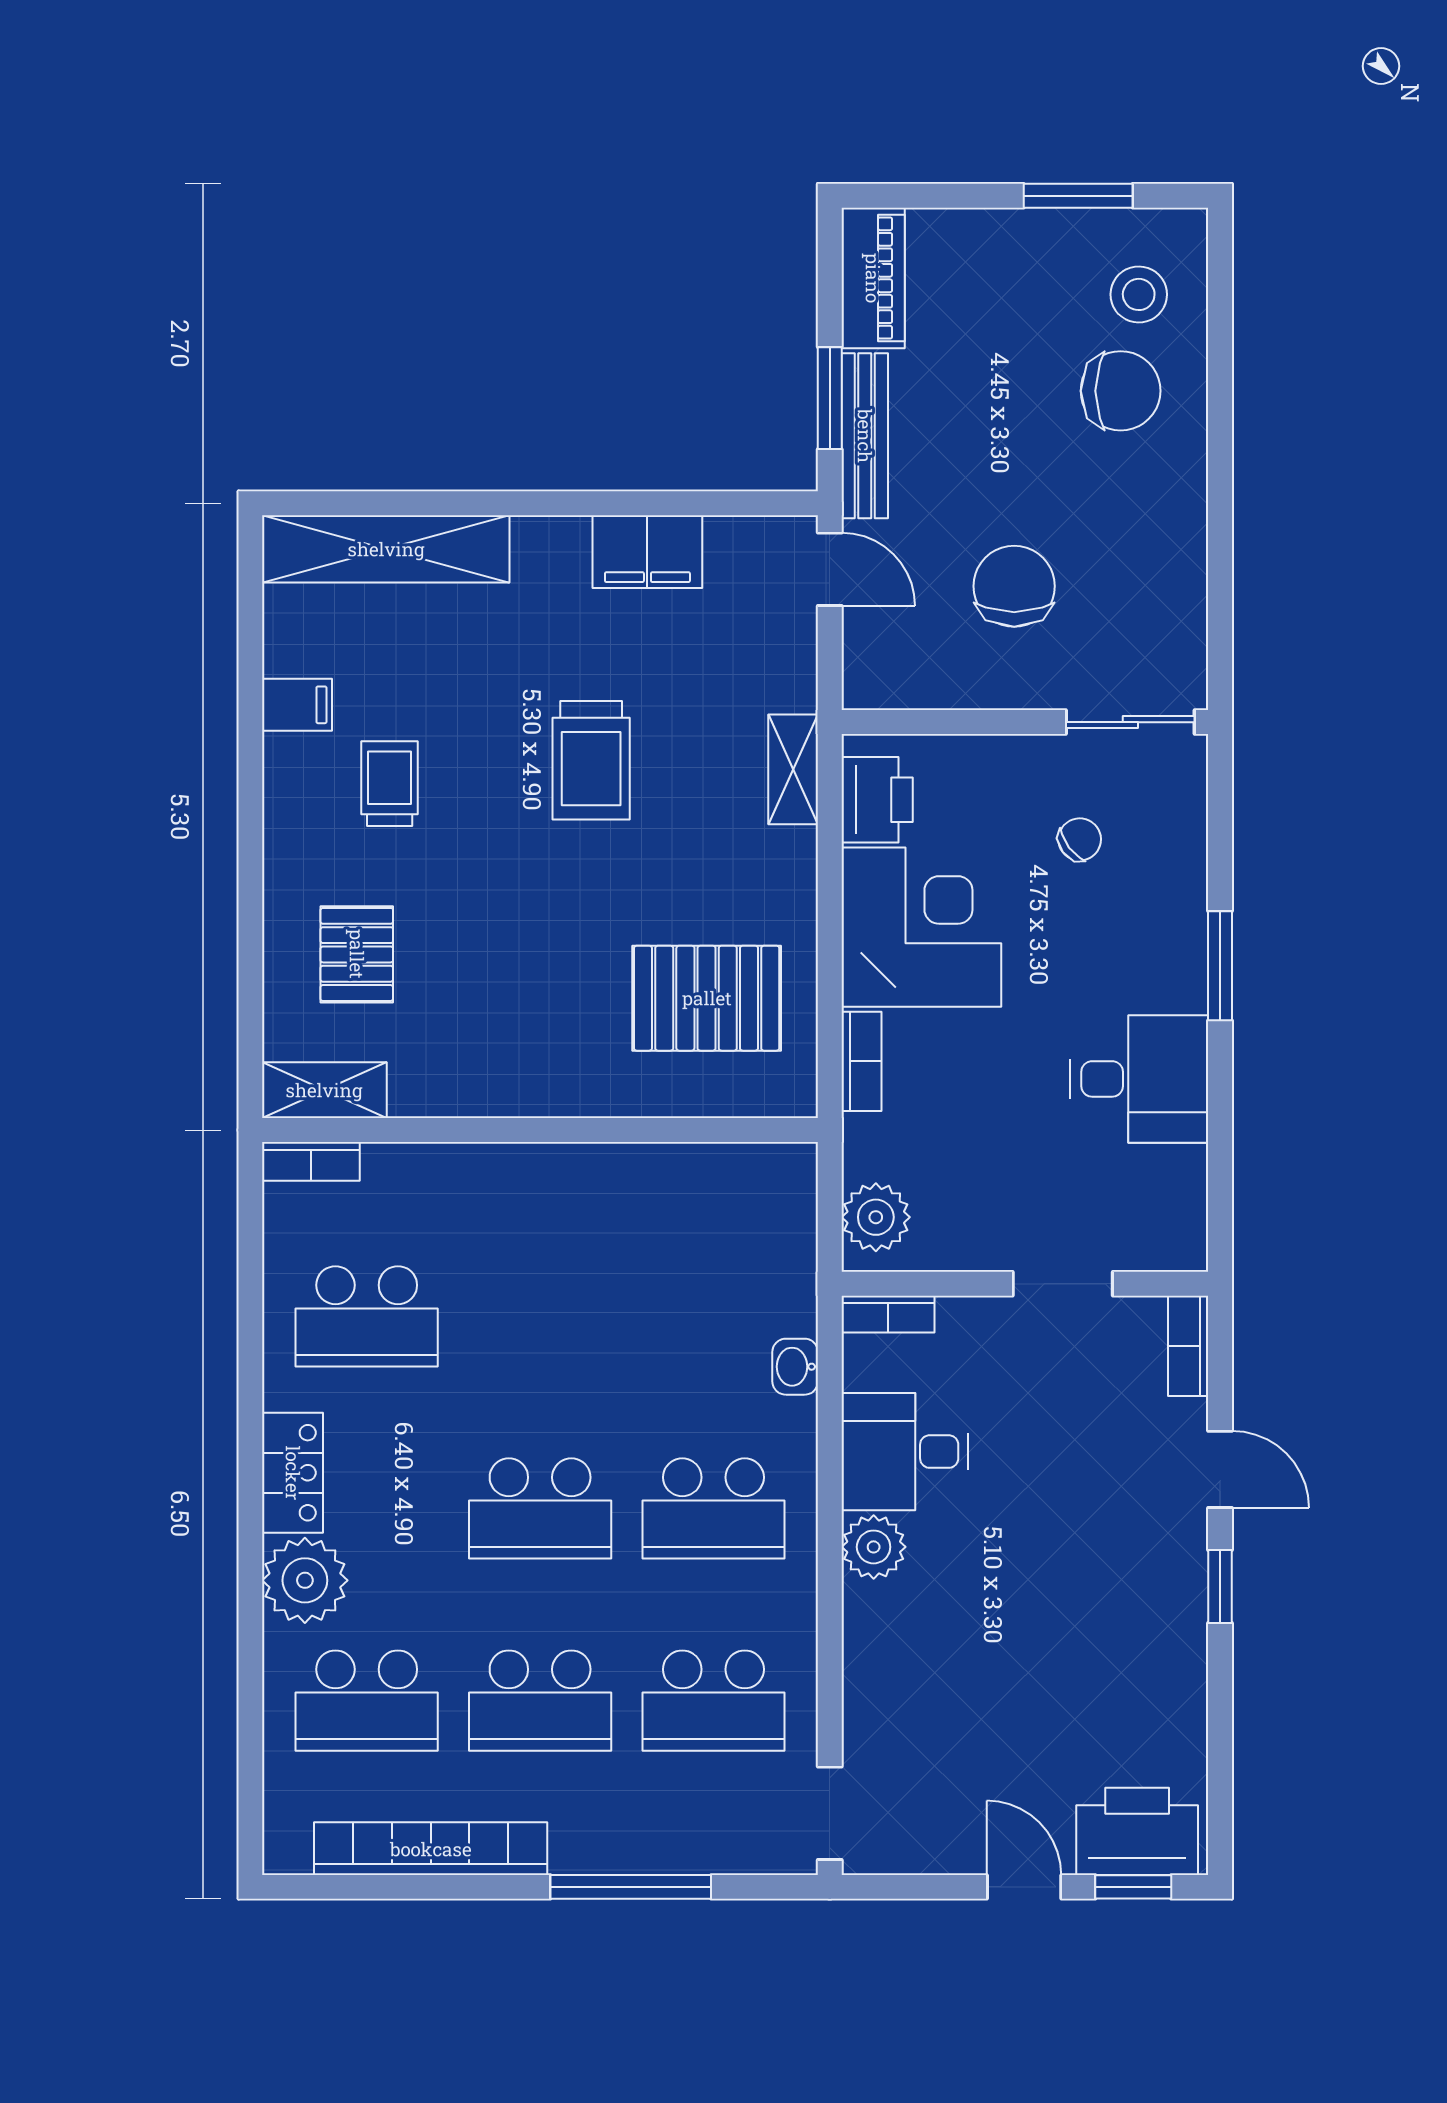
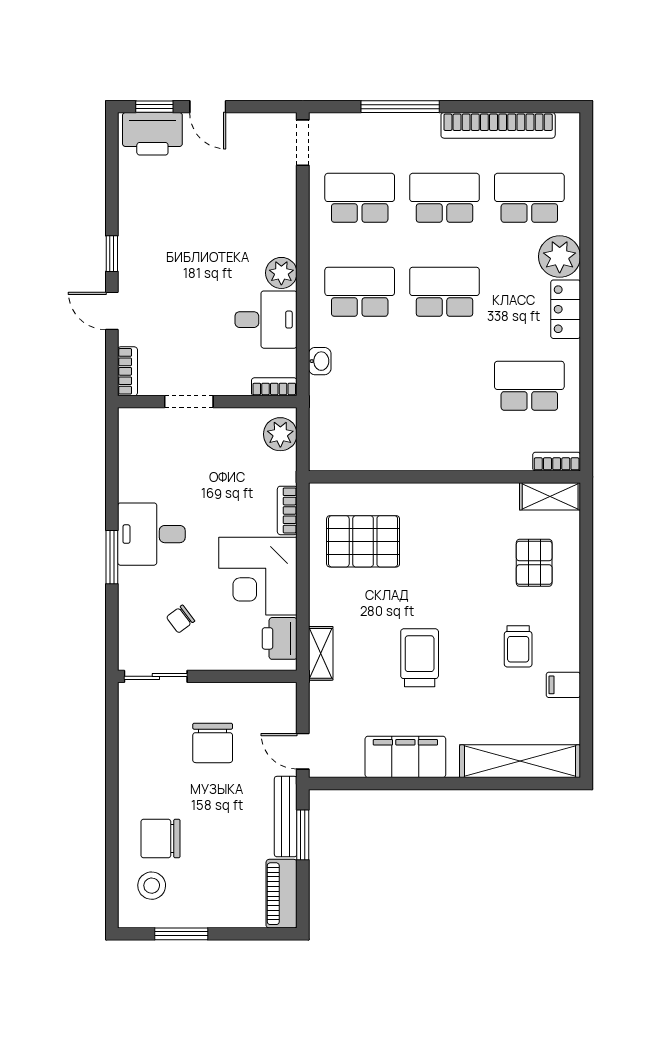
filing cabinet: (647, 552) -> (405, 757), width x1.50, depth x1.17
desk: (1139, 1079) -> (151, 534), moved

